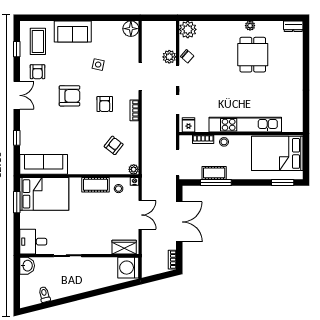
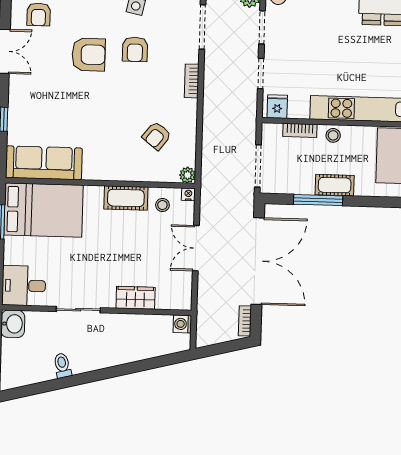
armchair: (105, 104) -> (135, 49), moved
armchair: (114, 145) -> (157, 136), turned 180
cot: (214, 173) -> (335, 185), moved
double door: (140, 215) -> (196, 248), swing flipped
double door: (179, 222) -> (258, 261), width x1.36
wardrobe: (124, 247) -> (136, 298), moved
washing machine: (128, 268) -> (182, 324), width x0.53, depth x0.53
toilet: (44, 294) -> (62, 365), moved

